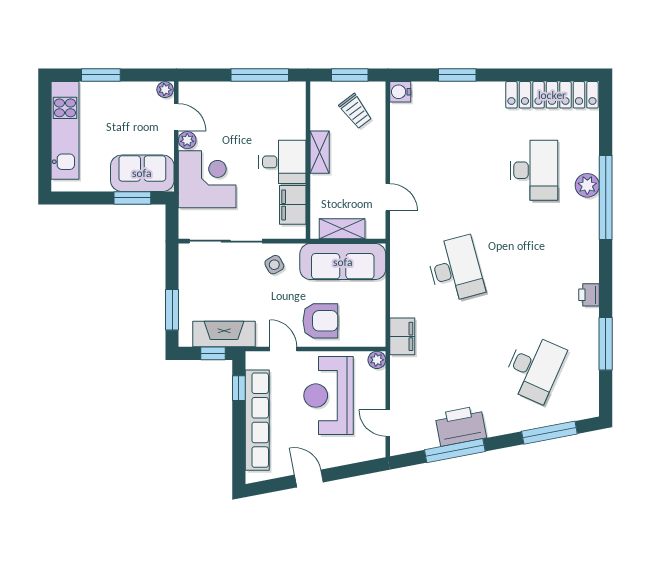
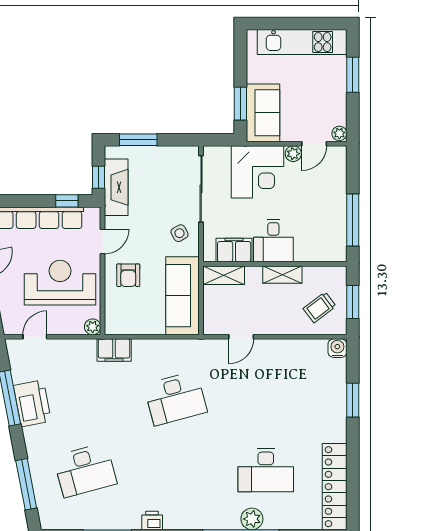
shelving: (342, 229) -> (224, 275), moved, turned 90
armchair: (320, 321) -> (128, 275), width x0.72, depth x0.72
desk: (534, 368) -> (85, 470), turned -39

